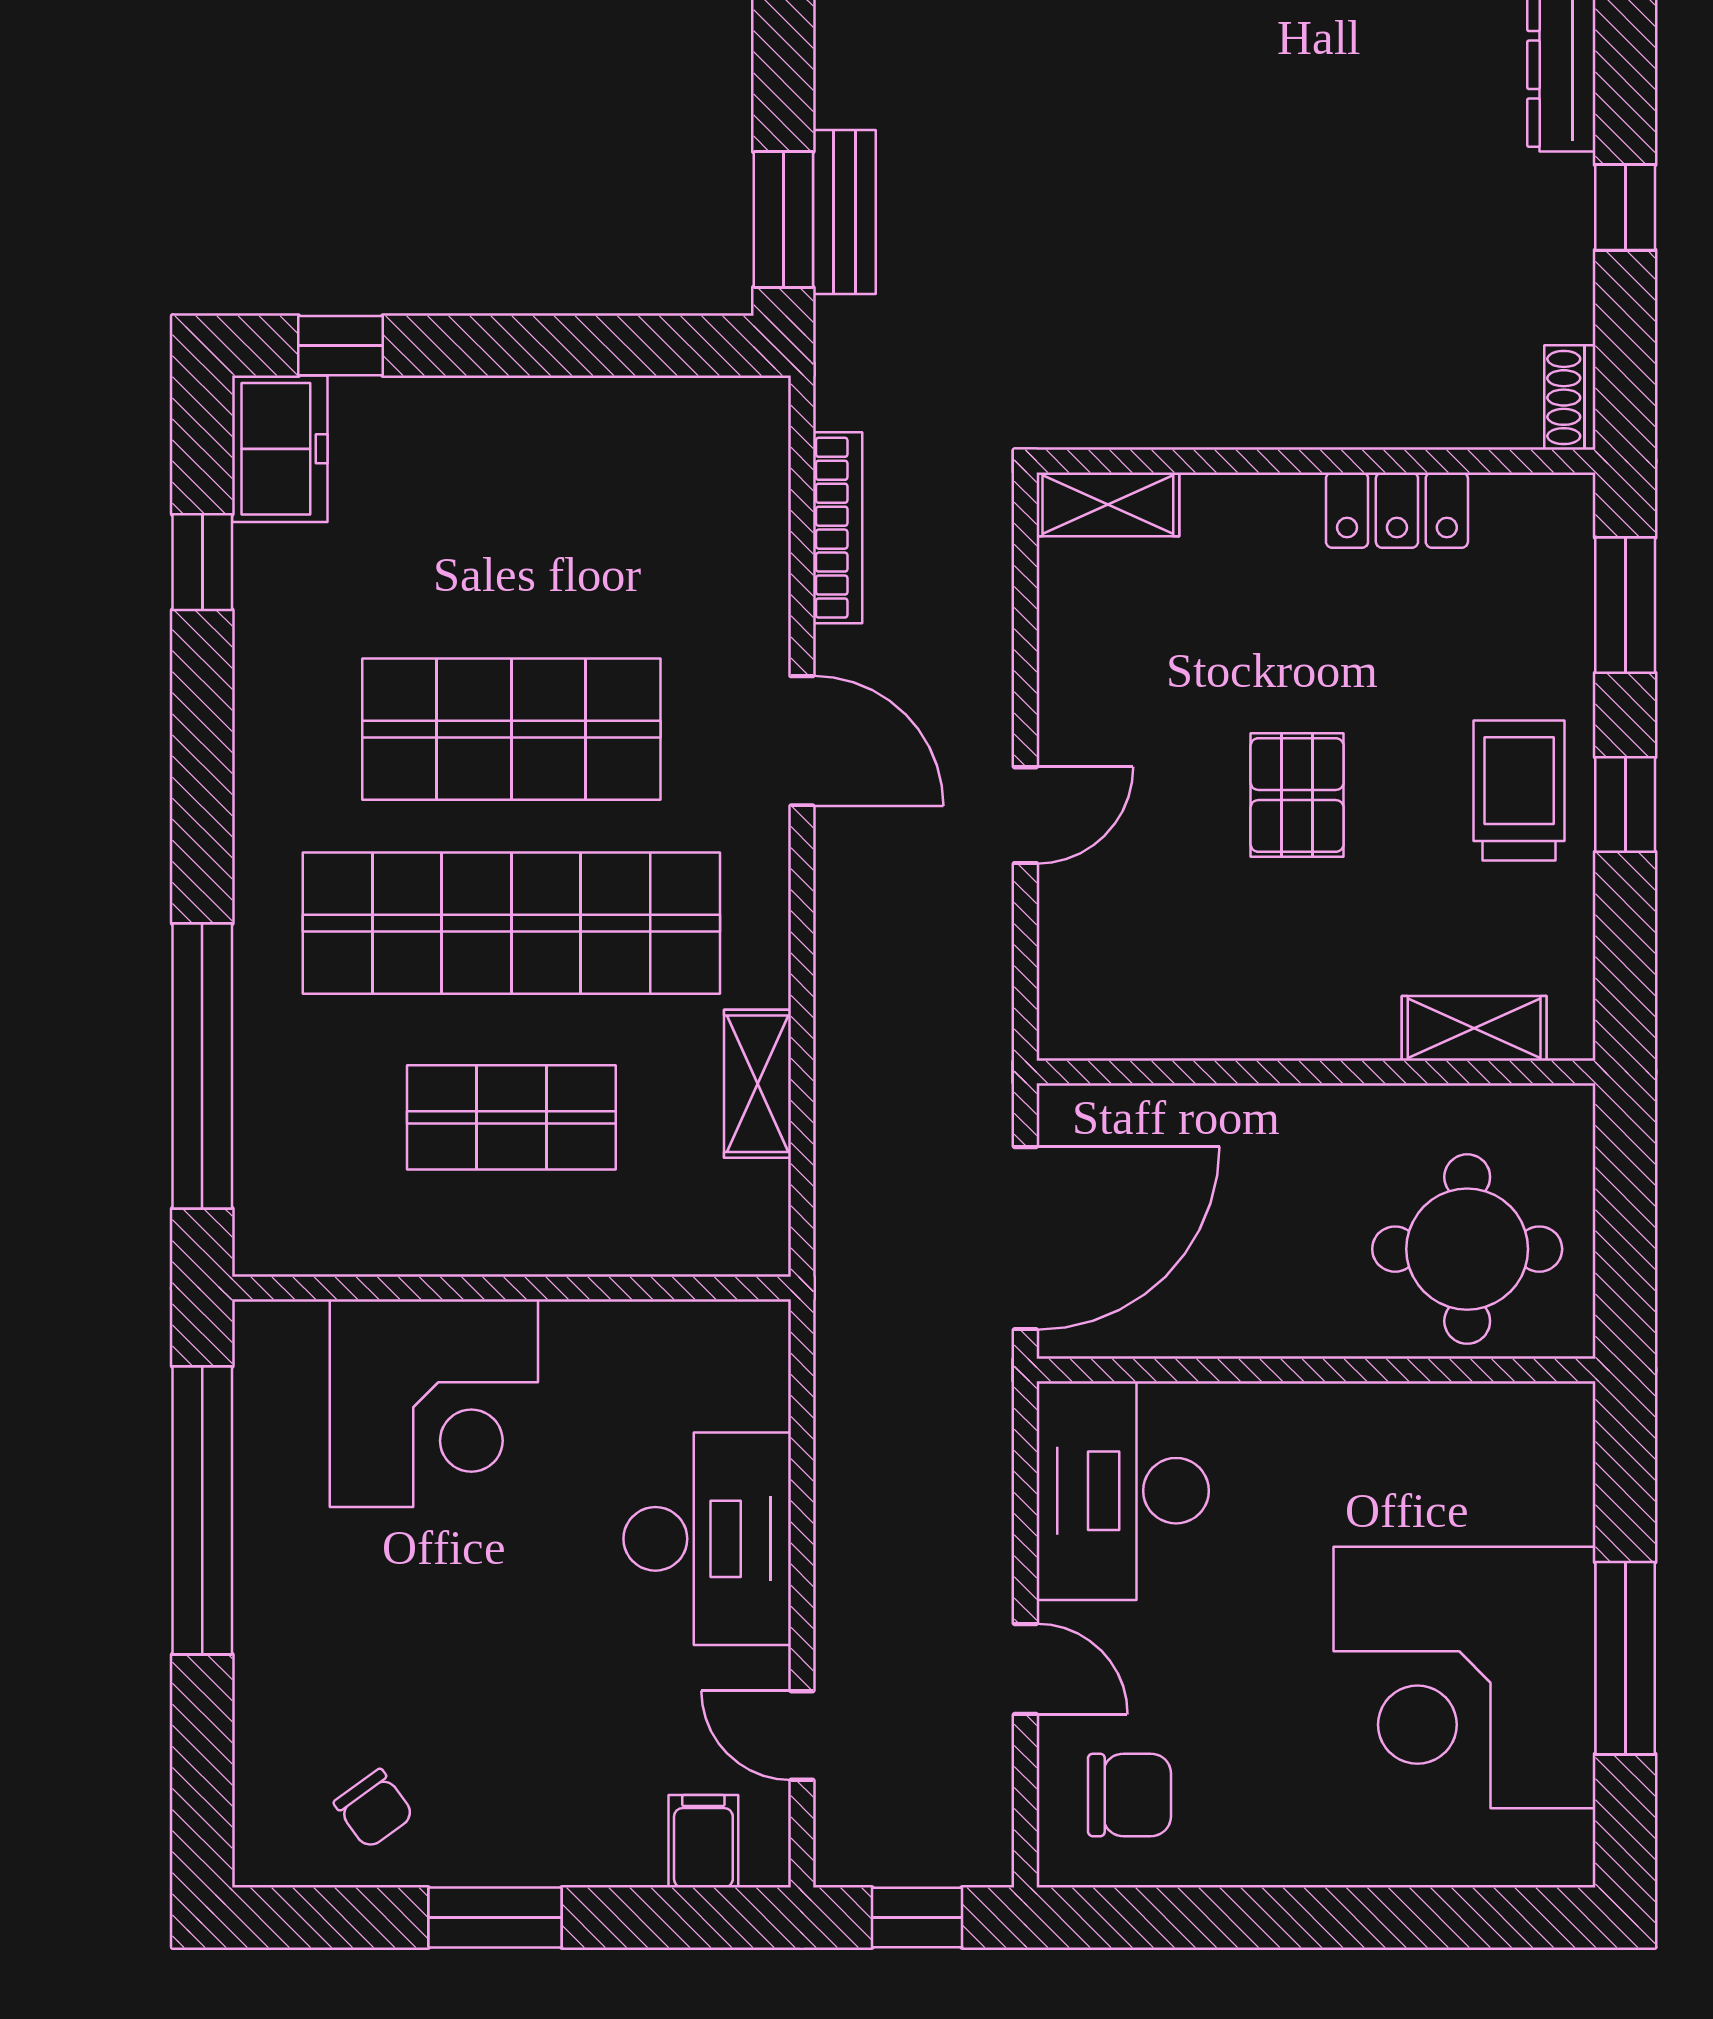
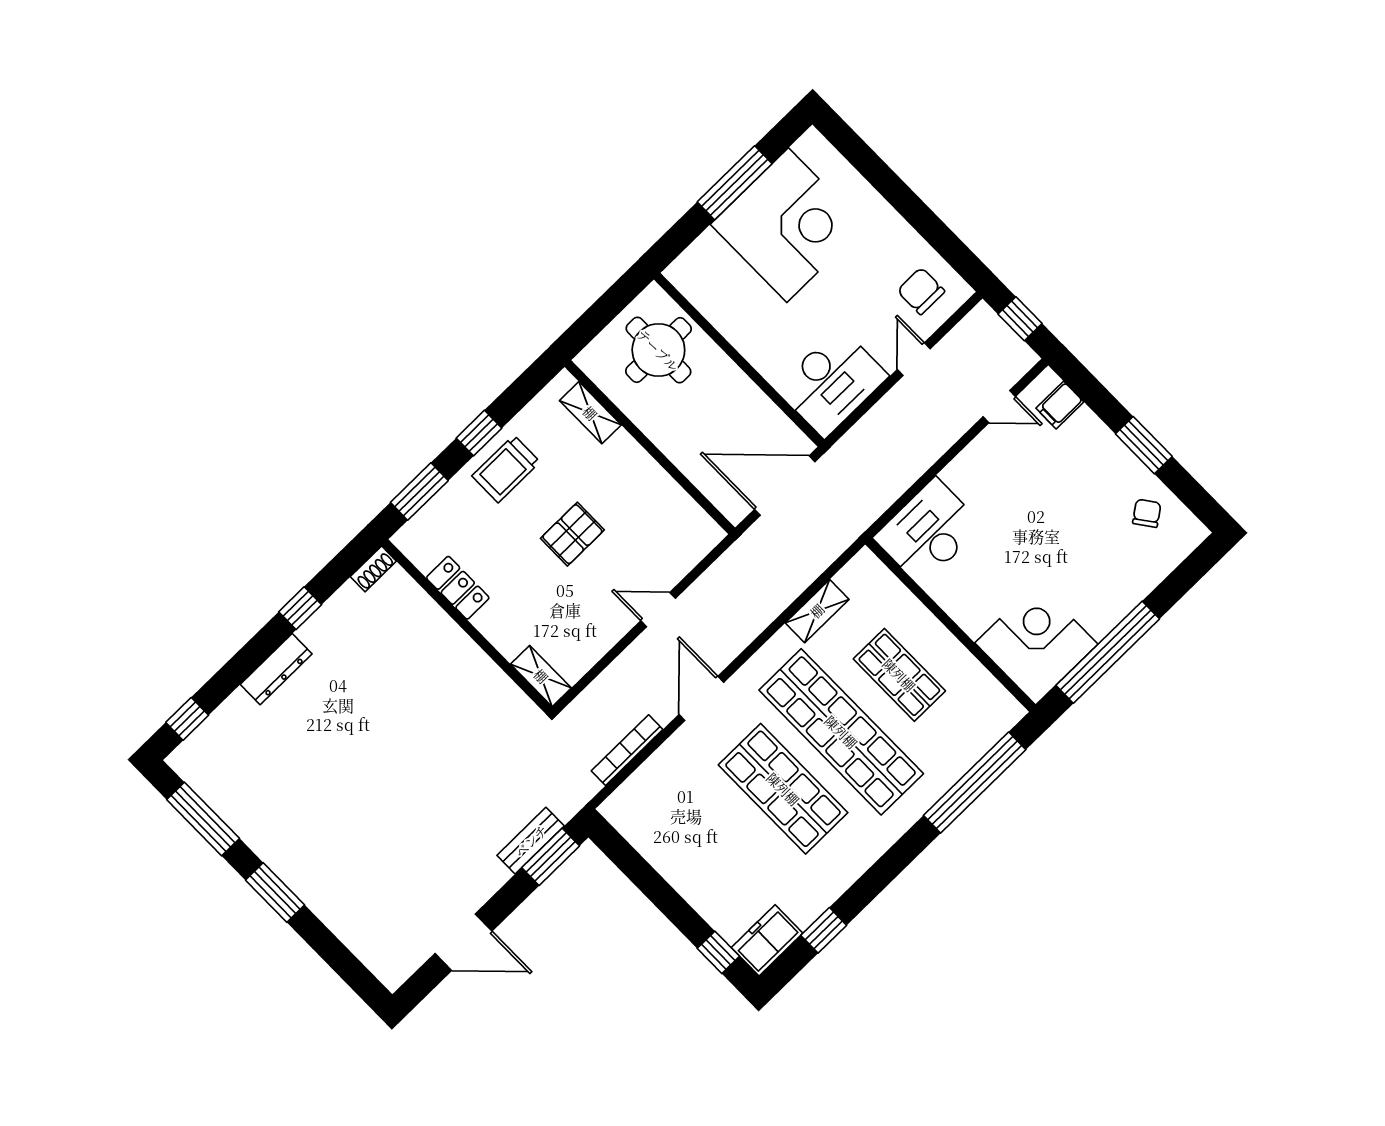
corner desk: (434, 1403) -> (1036, 644), moved
desk: (707, 1539) -> (928, 532), moved
door: (802, 1735) -> (999, 407), hinge flipped

